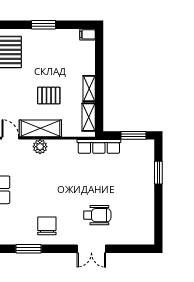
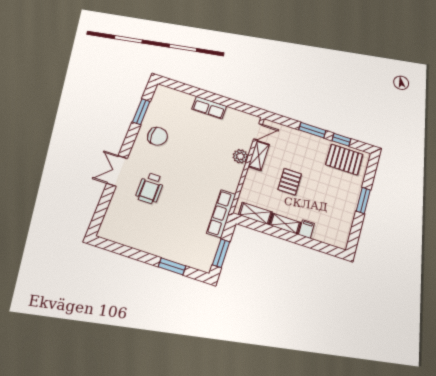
filing cabinet: (87, 34) -> (306, 229), moved
shelving: (40, 128) -> (259, 155), width x0.67, depth x0.75

